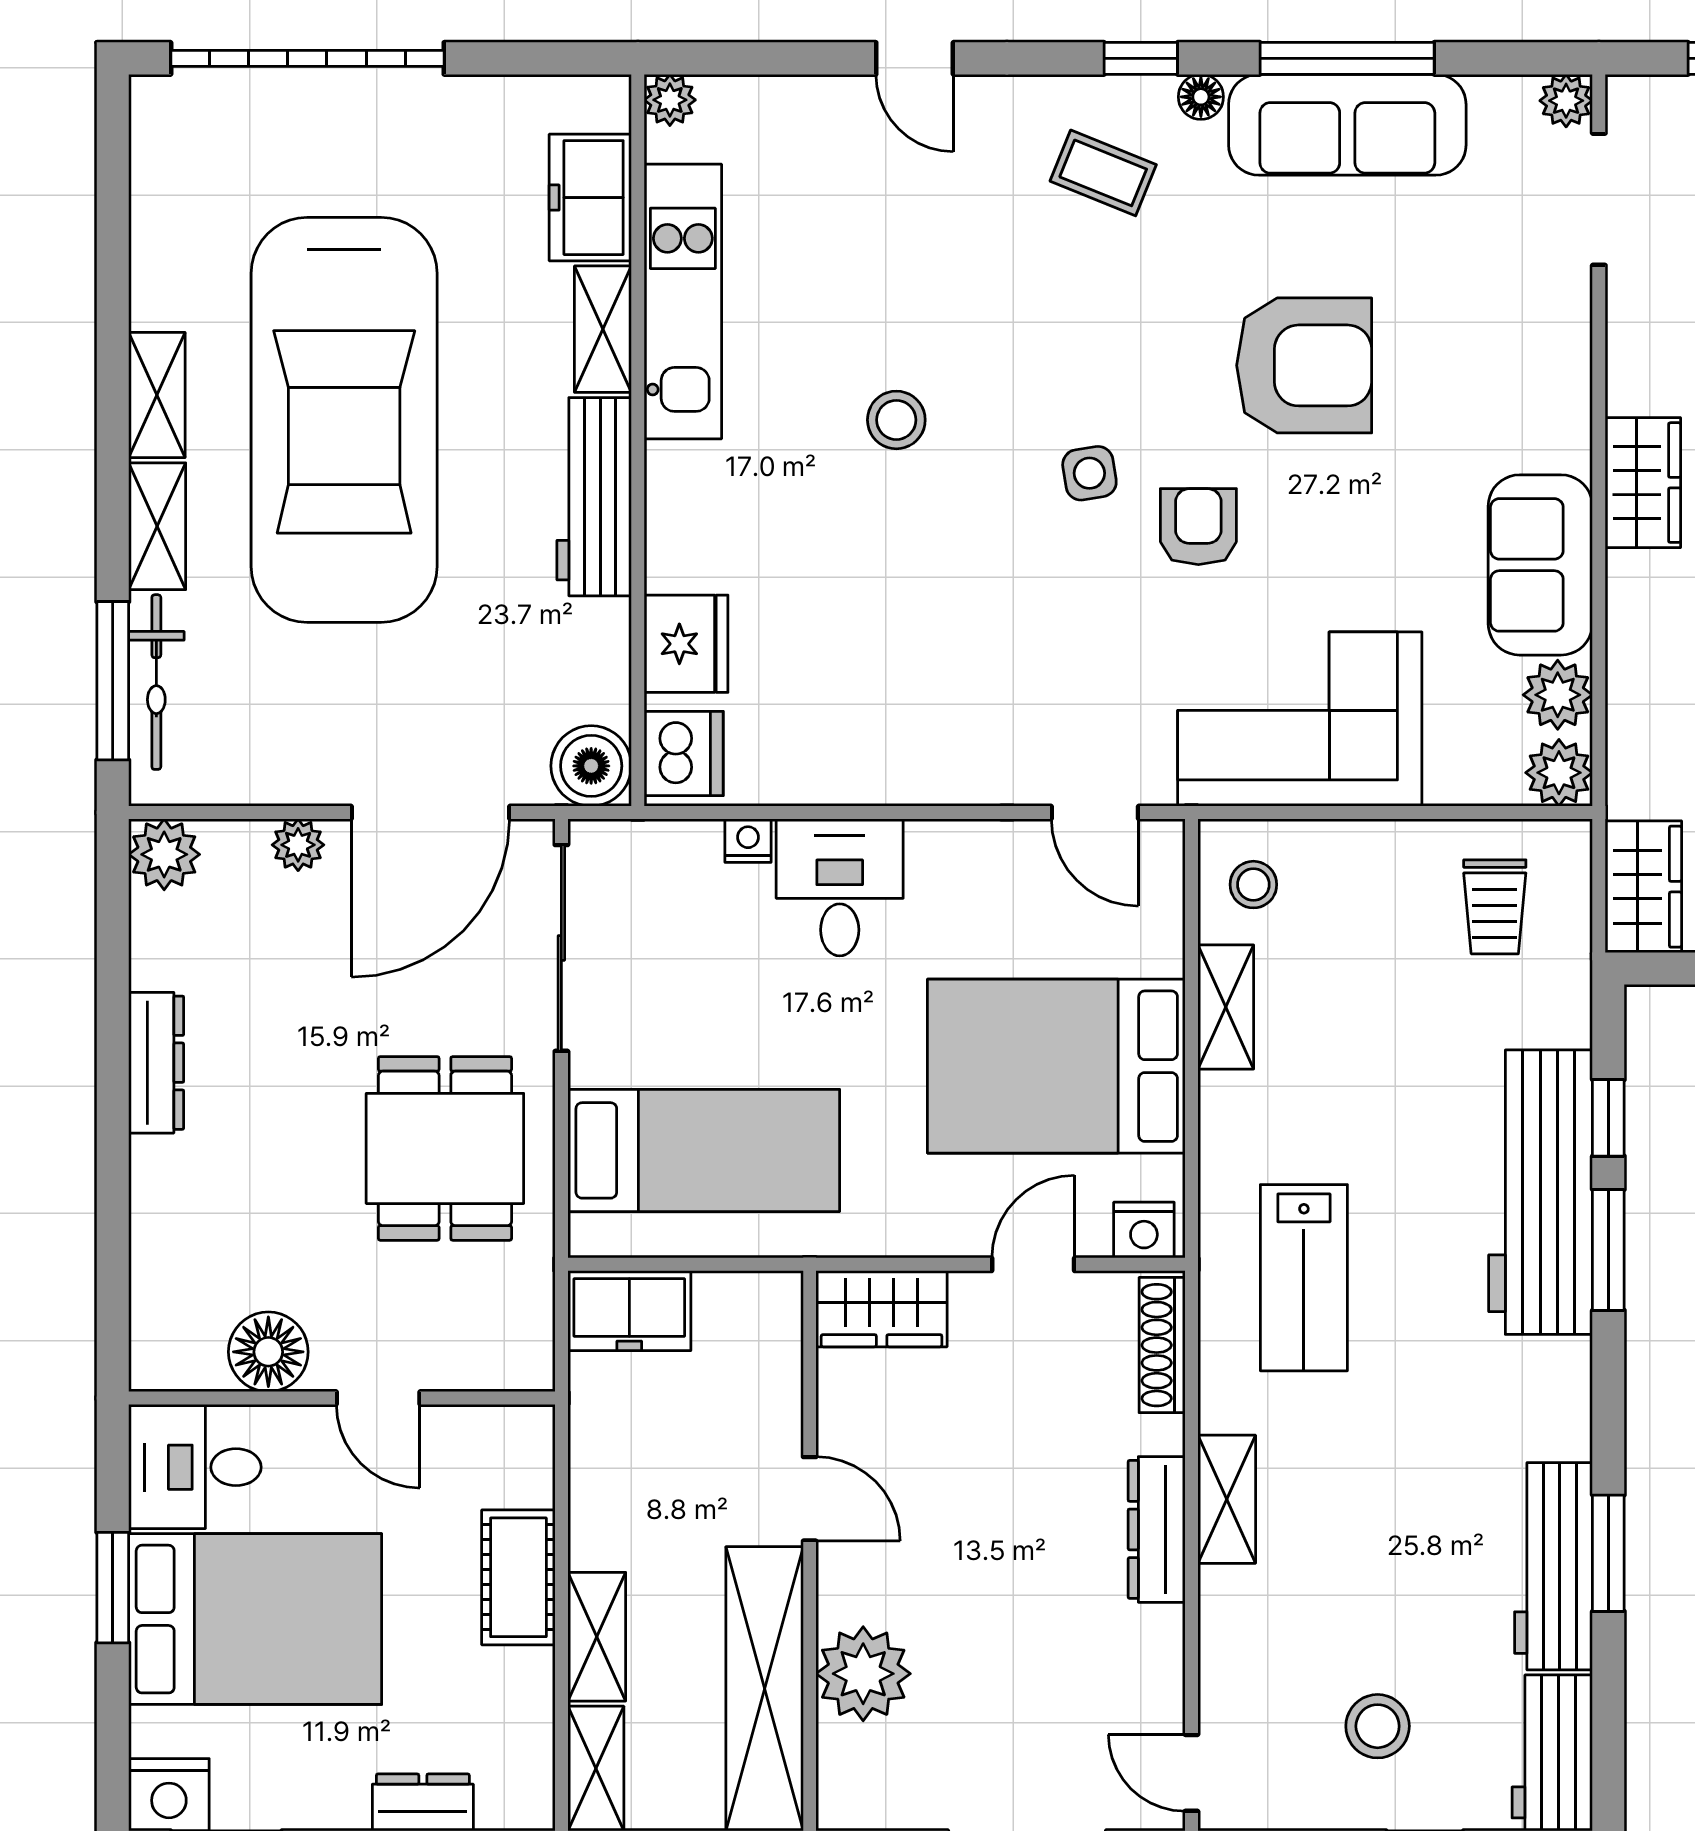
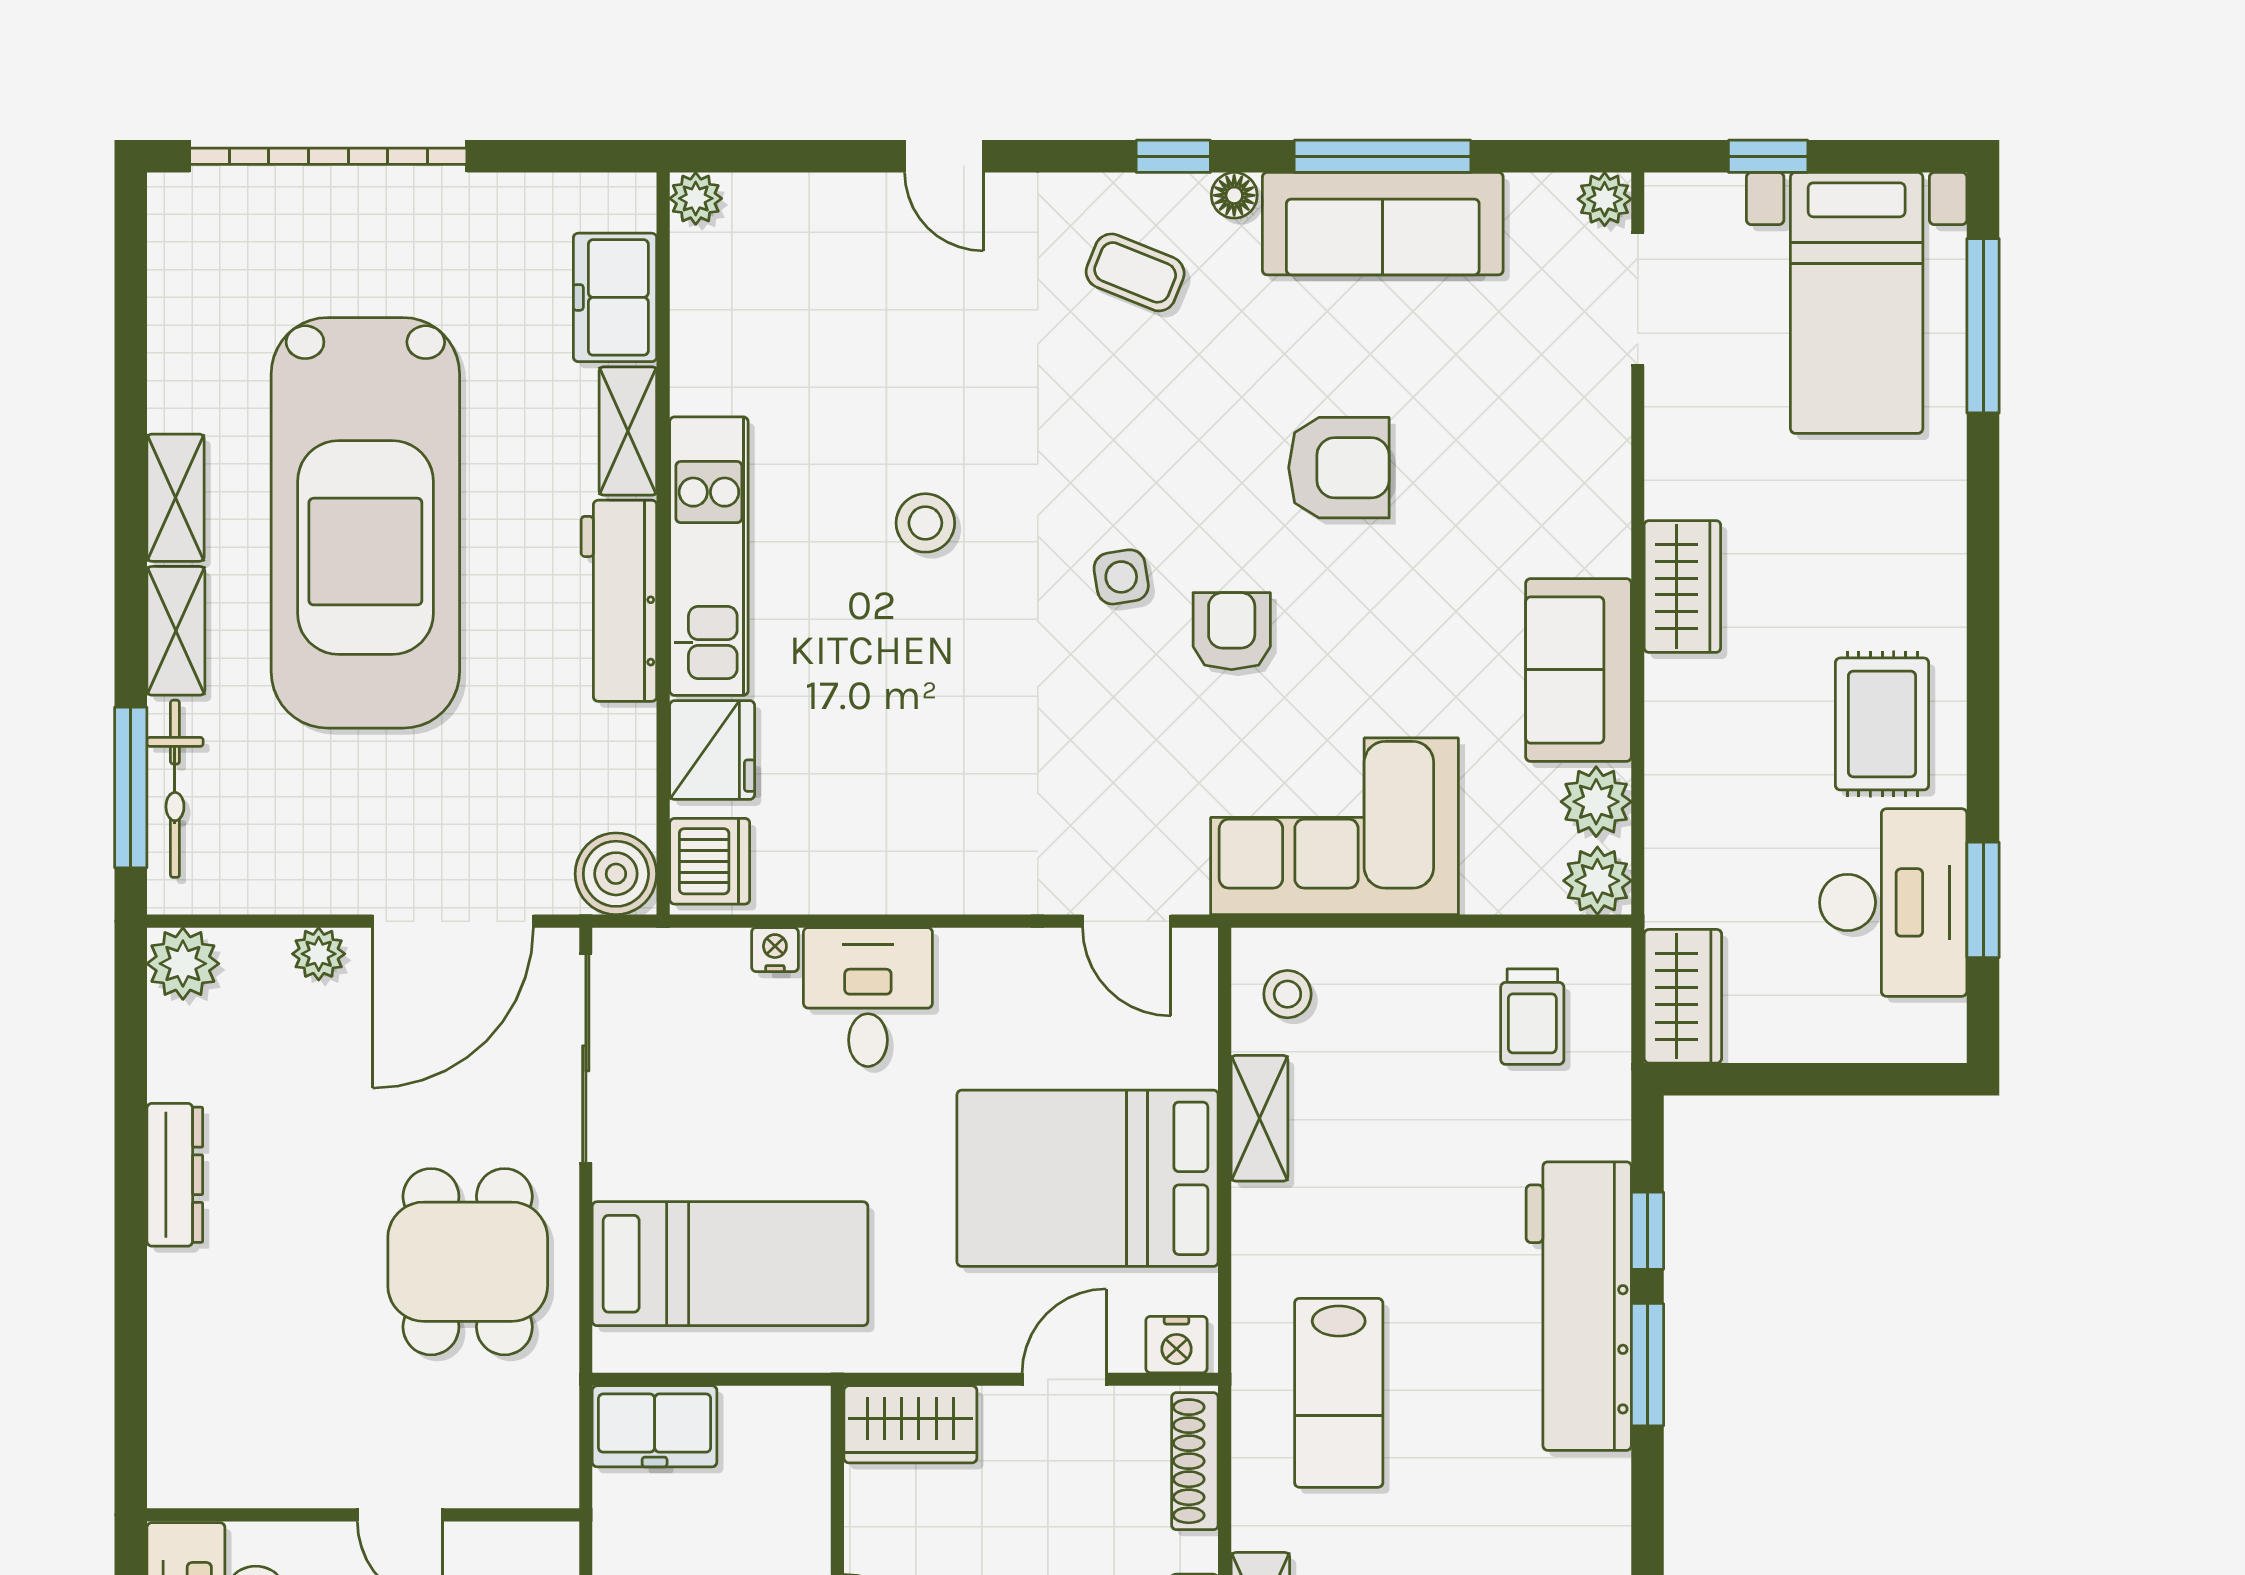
kitchen unit: (683, 302) -> (709, 556), moved
armchair: (1304, 365) -> (1339, 468), width x0.73, depth x0.73
floor lamp: (268, 1352) -> (288, 1468), removed

